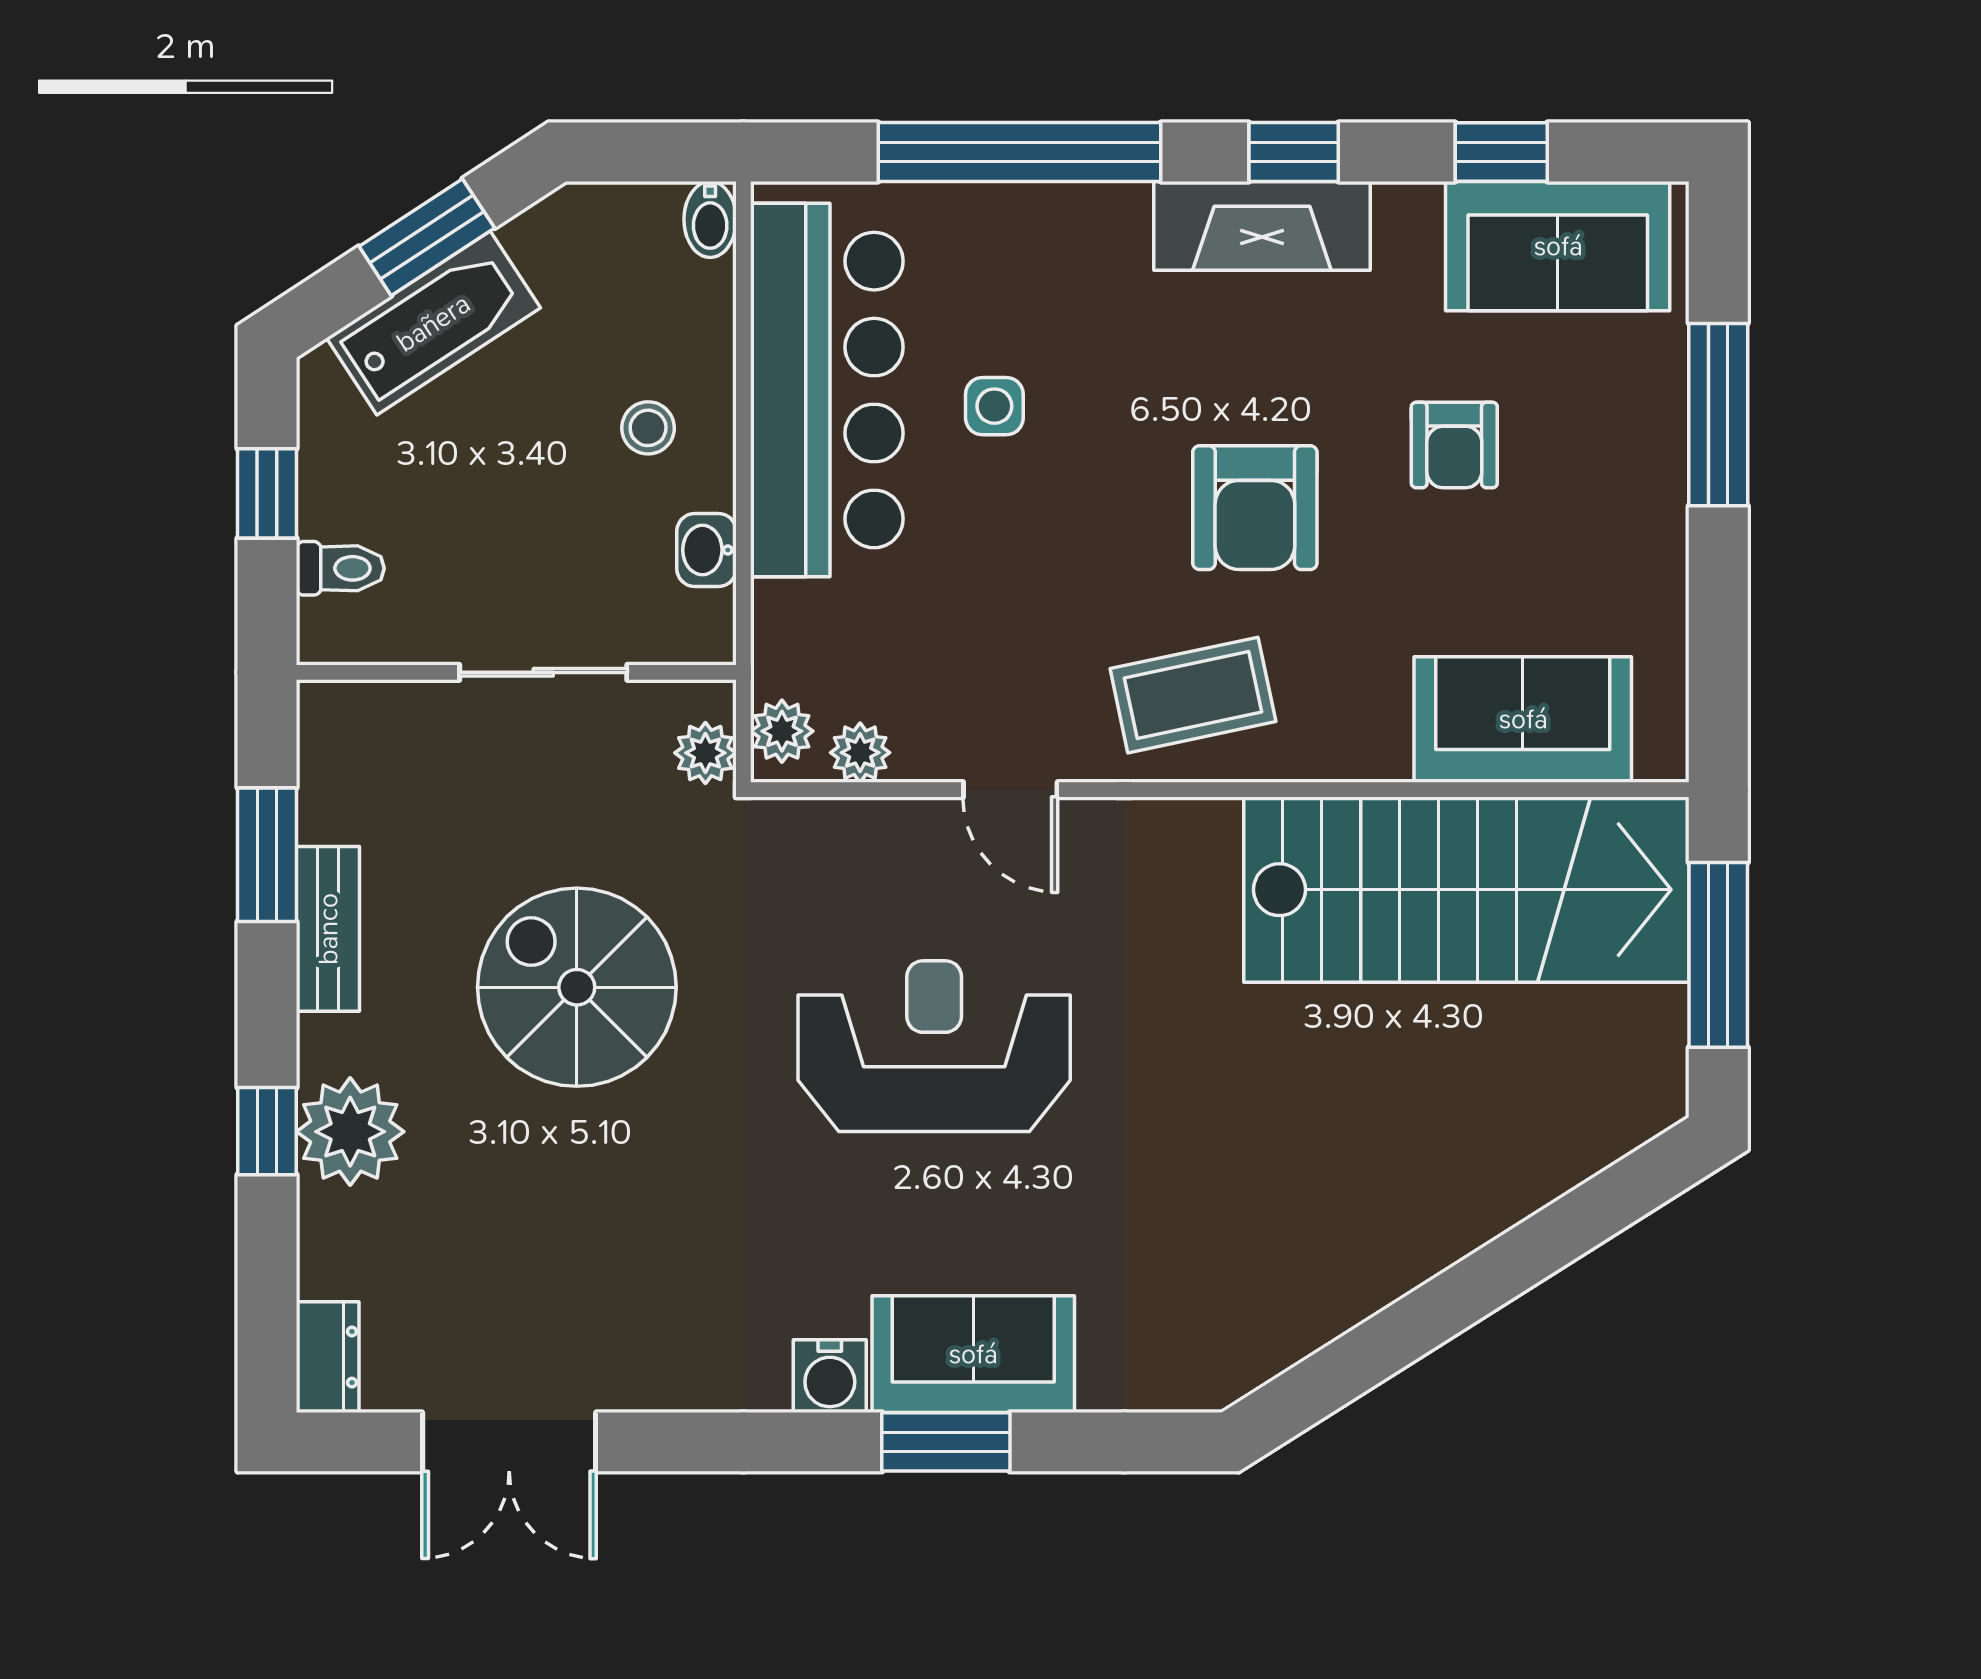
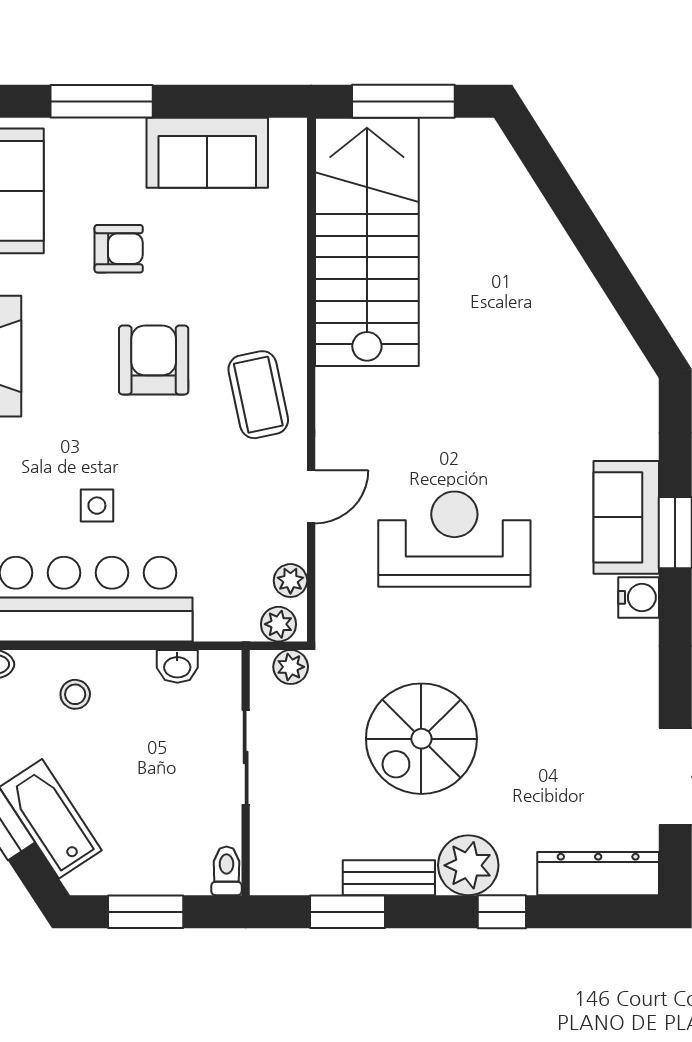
stool: (648, 428) -> (75, 694), moved
window: (267, 493) -> (146, 912), width x1.50
armchair: (1255, 508) -> (154, 360), turned -90
toilet: (340, 568) -> (226, 871), moved
sofa: (1523, 719) -> (207, 153), moved, turned -90
reception desk: (934, 1046) -> (454, 539), turned 90
plant: (350, 1132) -> (468, 865), moved
dresser: (328, 1357) -> (598, 874), width x1.96, depth x1.24

